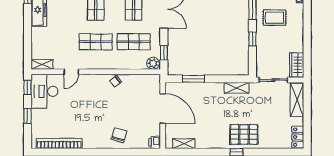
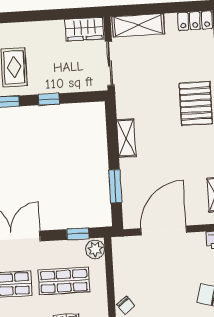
shop shelf: (134, 42) -> (64, 281), turned 90
shelving: (237, 88) -> (126, 138), moved

